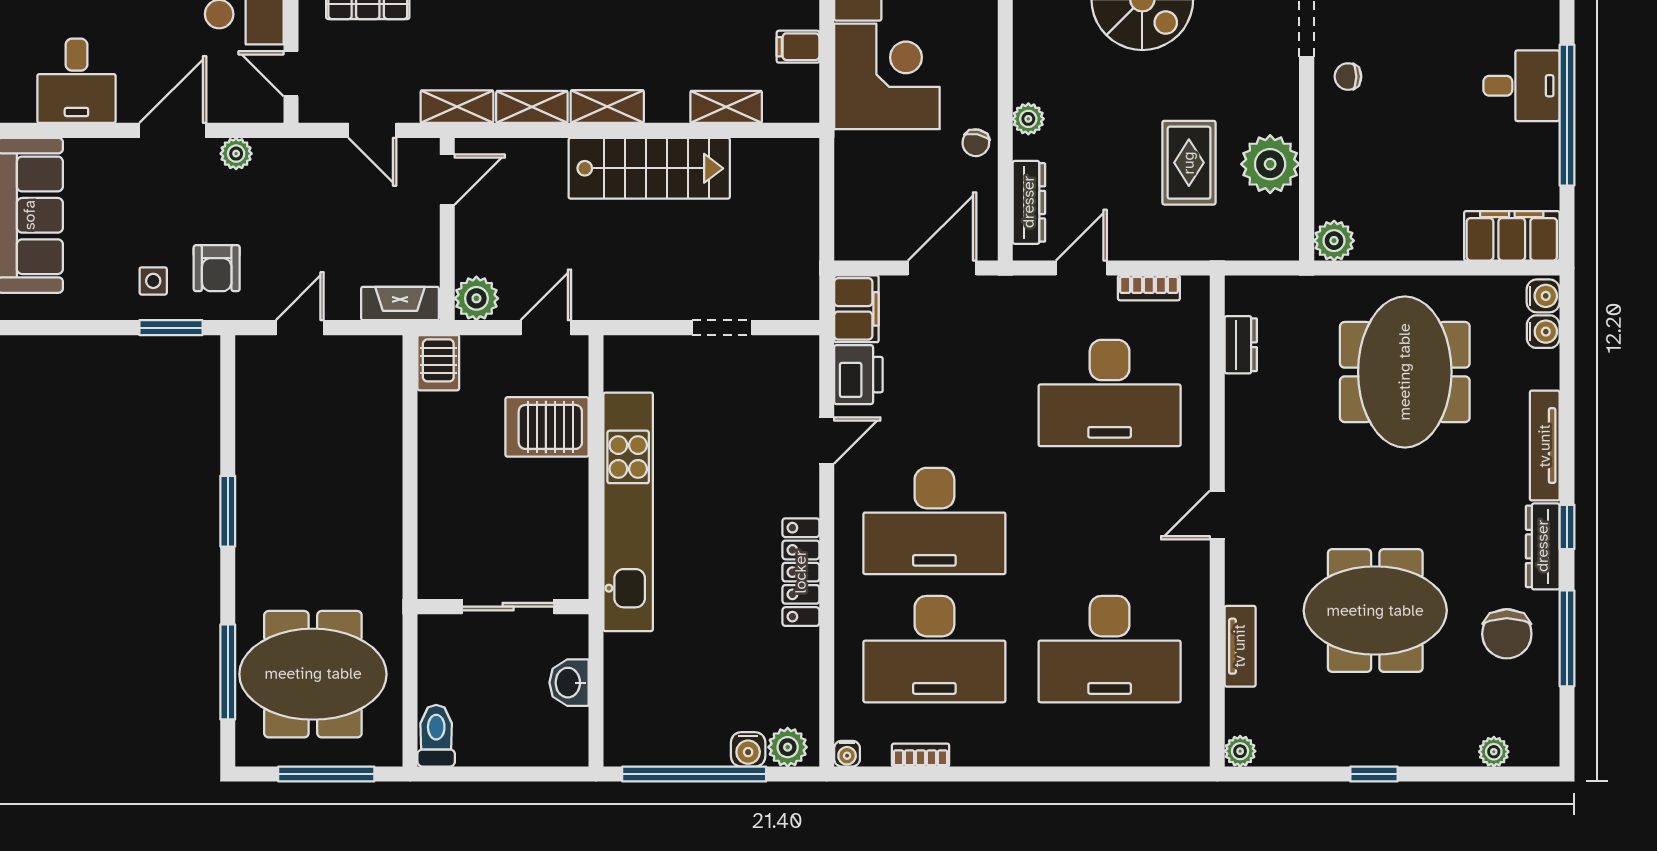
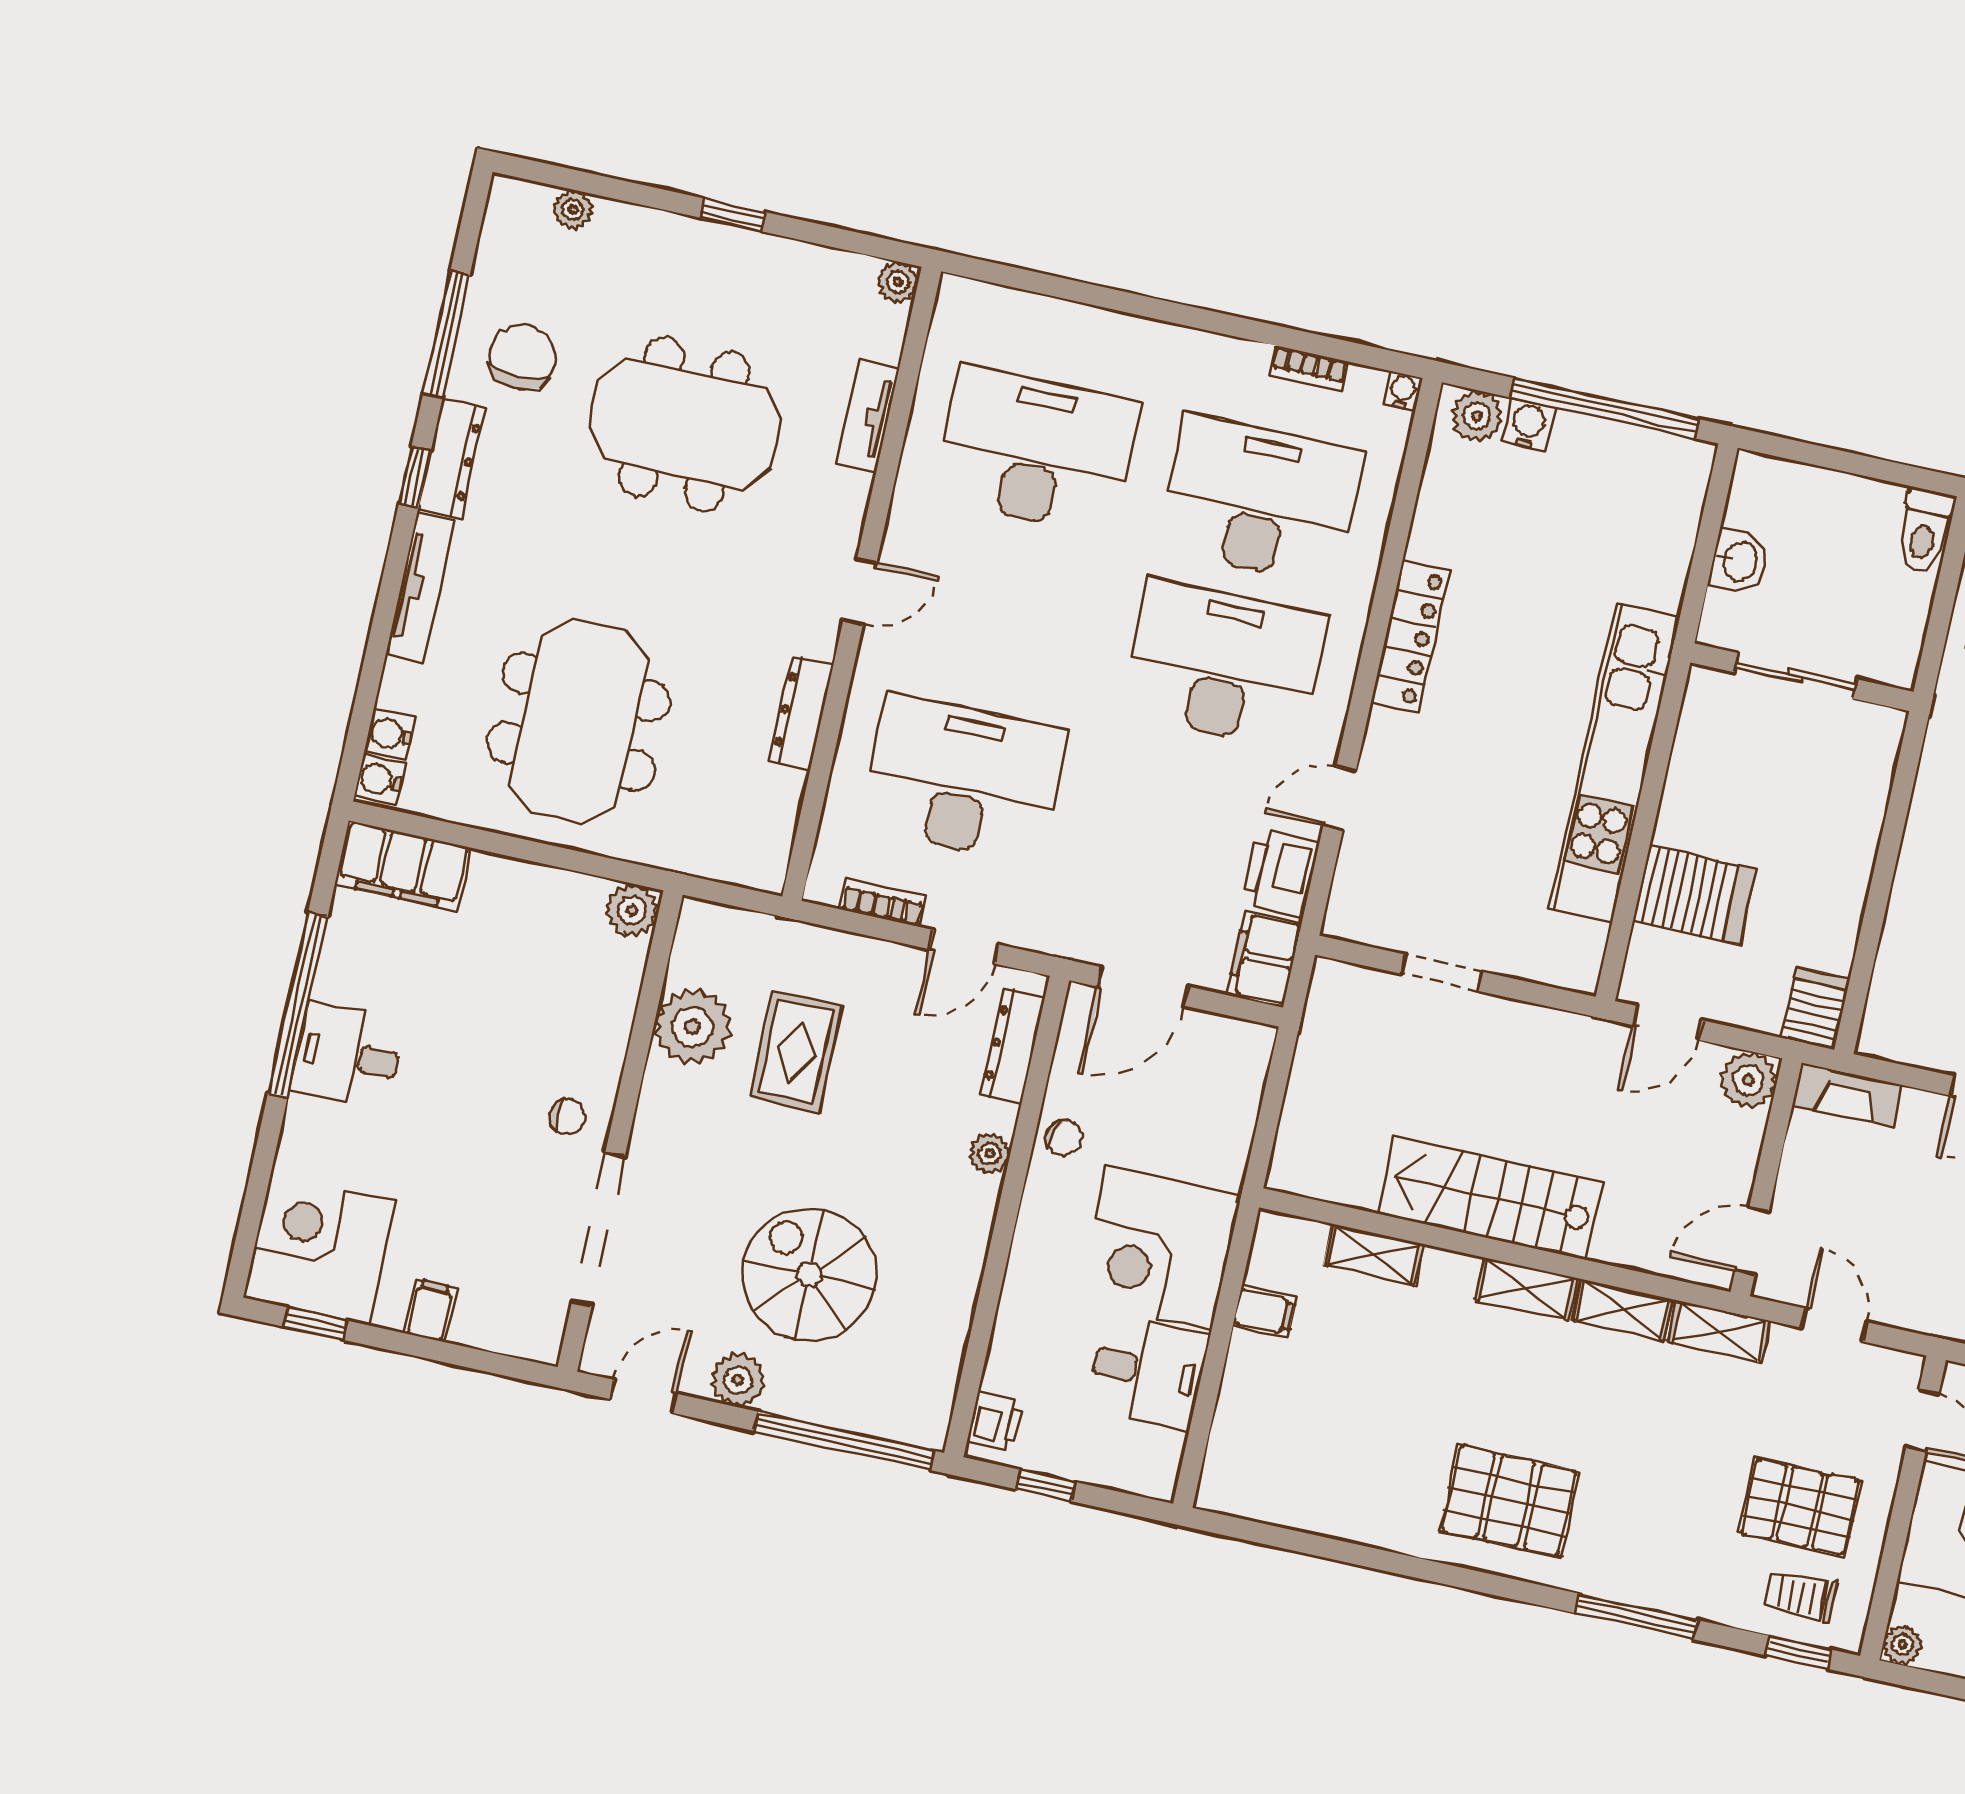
chair: (976, 143) -> (1064, 1138), turned 101
dresser: (1241, 345) -> (801, 713), moved, width x1.44

